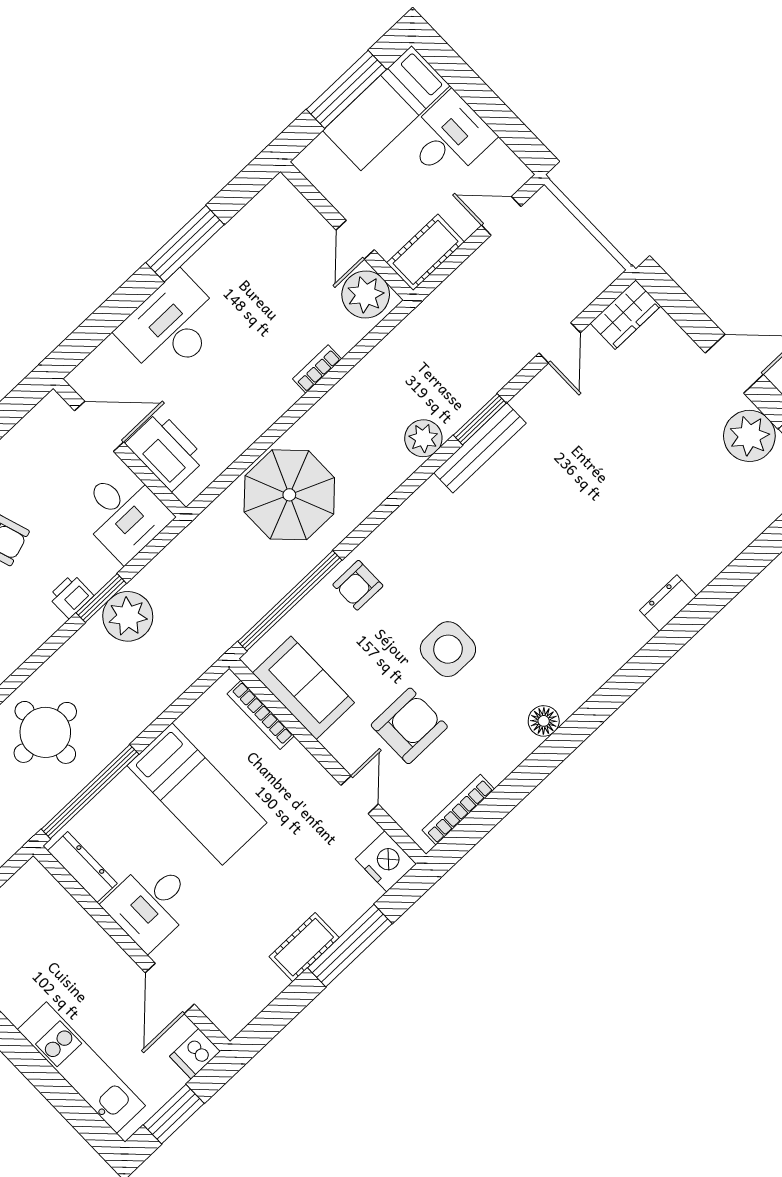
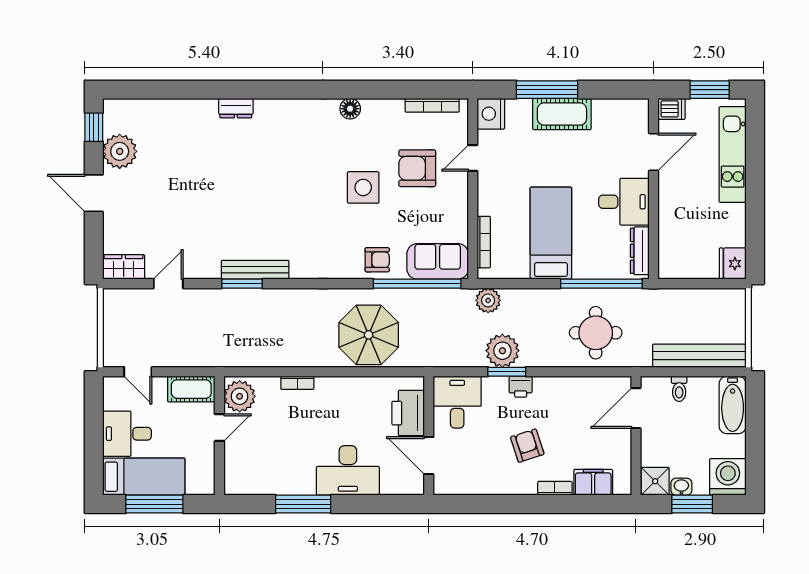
plant: (423, 438) -> (488, 300), moved
sofa: (303, 688) -> (438, 261), moved, turned 90
cot: (304, 947) -> (562, 114), width x1.37, depth x1.34

